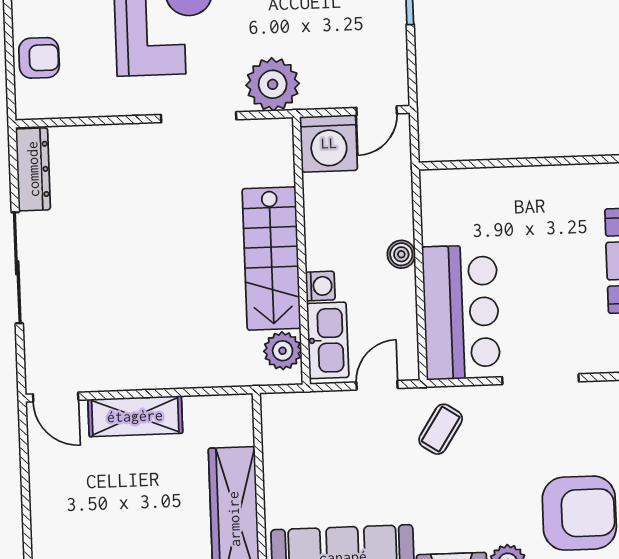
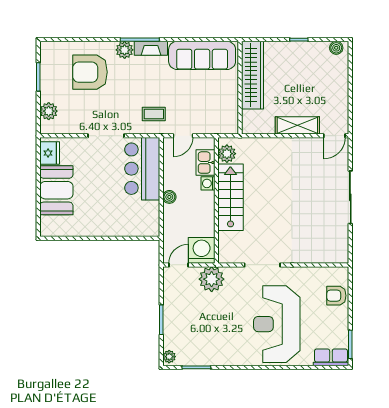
plant: (273, 84) -> (212, 279), moved
dresser: (33, 169) -> (341, 243), removed
kitchen sink: (328, 340) -> (205, 163), width x0.73
door: (56, 397) -> (334, 136), swing flipped
coffee table: (441, 429) -> (154, 114), turned 57

